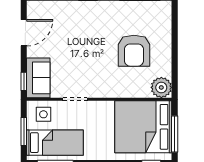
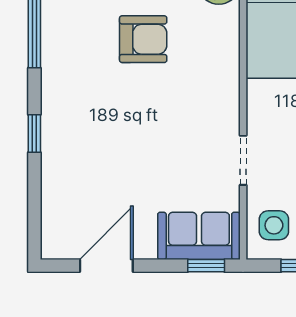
door: (24, 33) -> (106, 266), hinge flipped
armchair: (134, 51) -> (143, 39), width x0.73, depth x0.73

